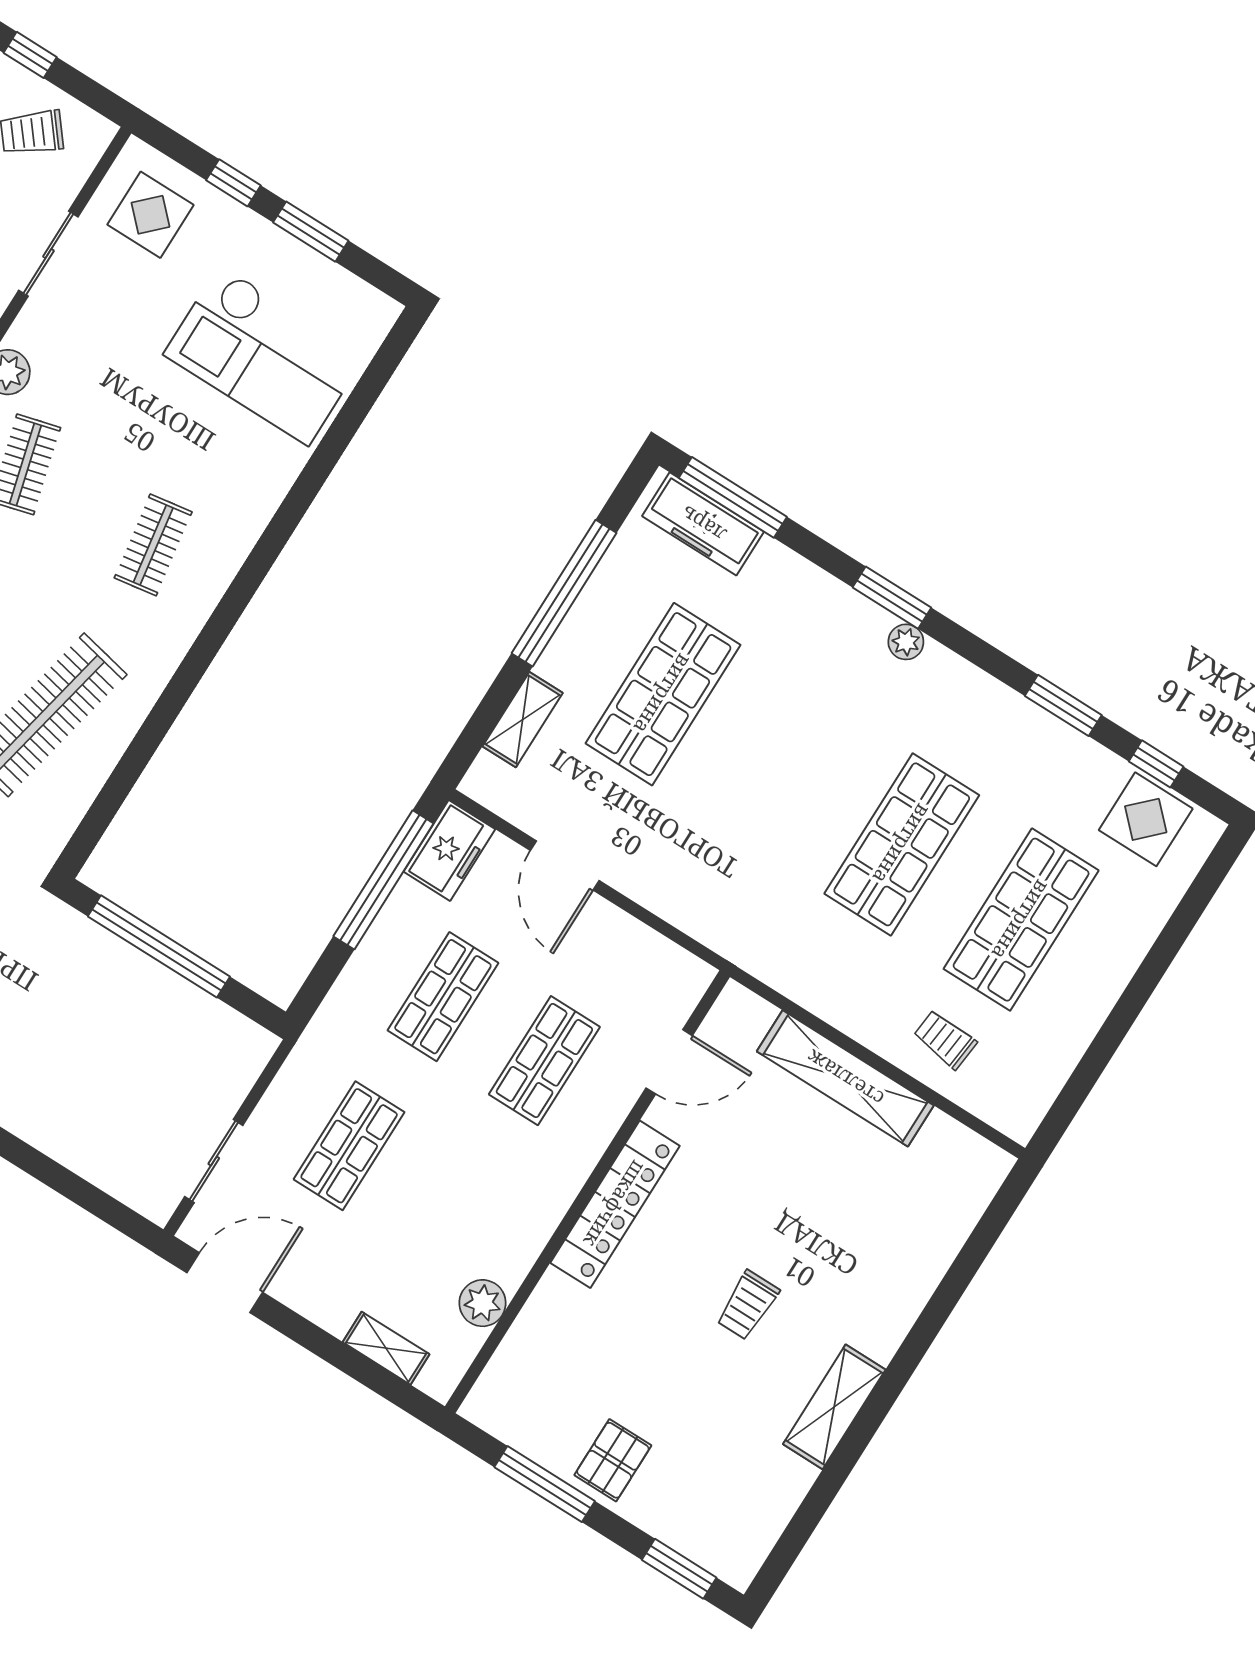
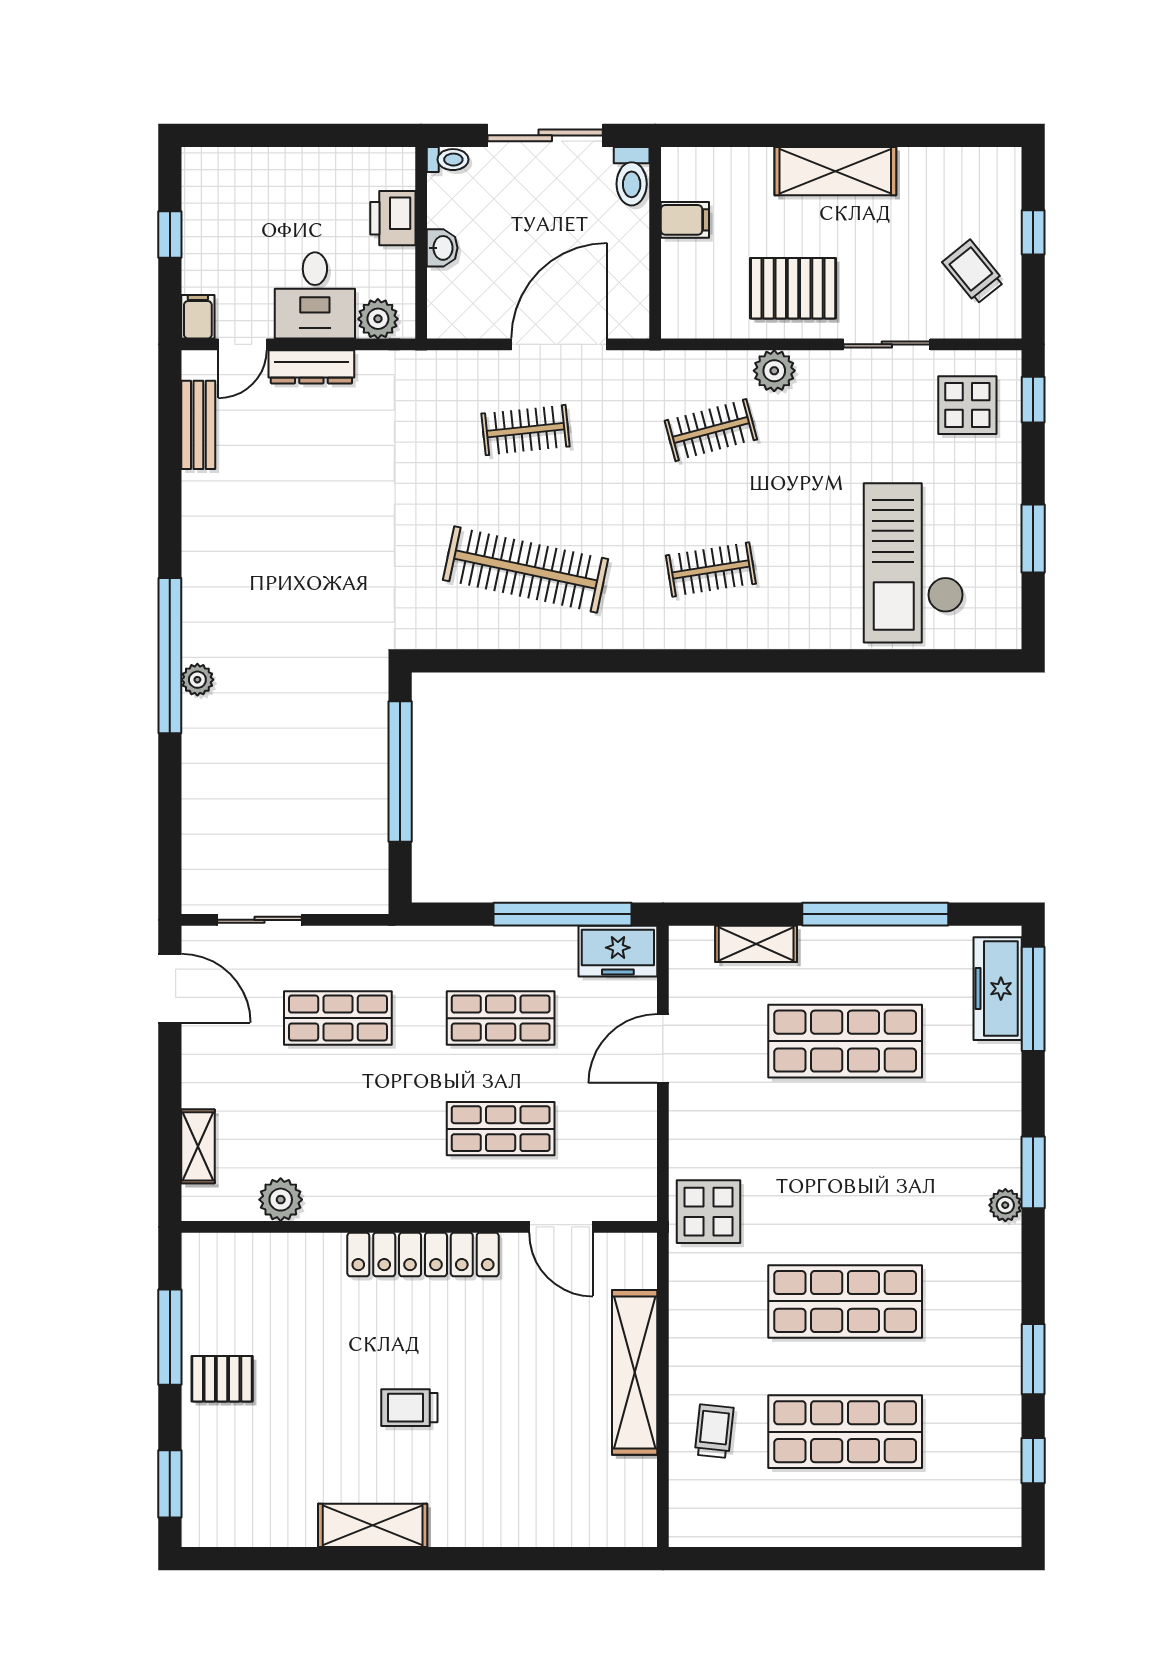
window: (233, 183) -> (1033, 400), moved
display table: (1146, 819) -> (709, 1212), moved

